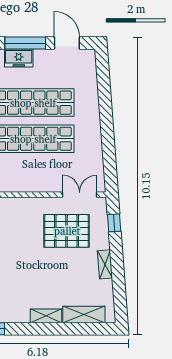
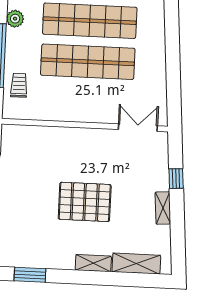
window: (114, 223) -> (176, 179), moved
pallet: (67, 231) -> (85, 202), moved

